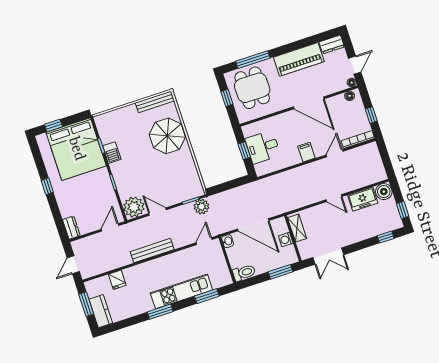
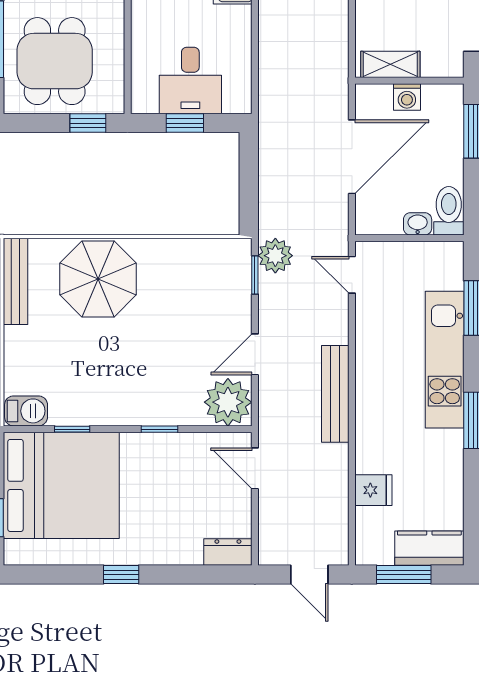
dining table: (252, 88) -> (55, 61), turned 90
window: (227, 98) -> (88, 123), moved
barbecue: (112, 153) -> (26, 411), moved
washbasin: (228, 241) -> (418, 224), moved

